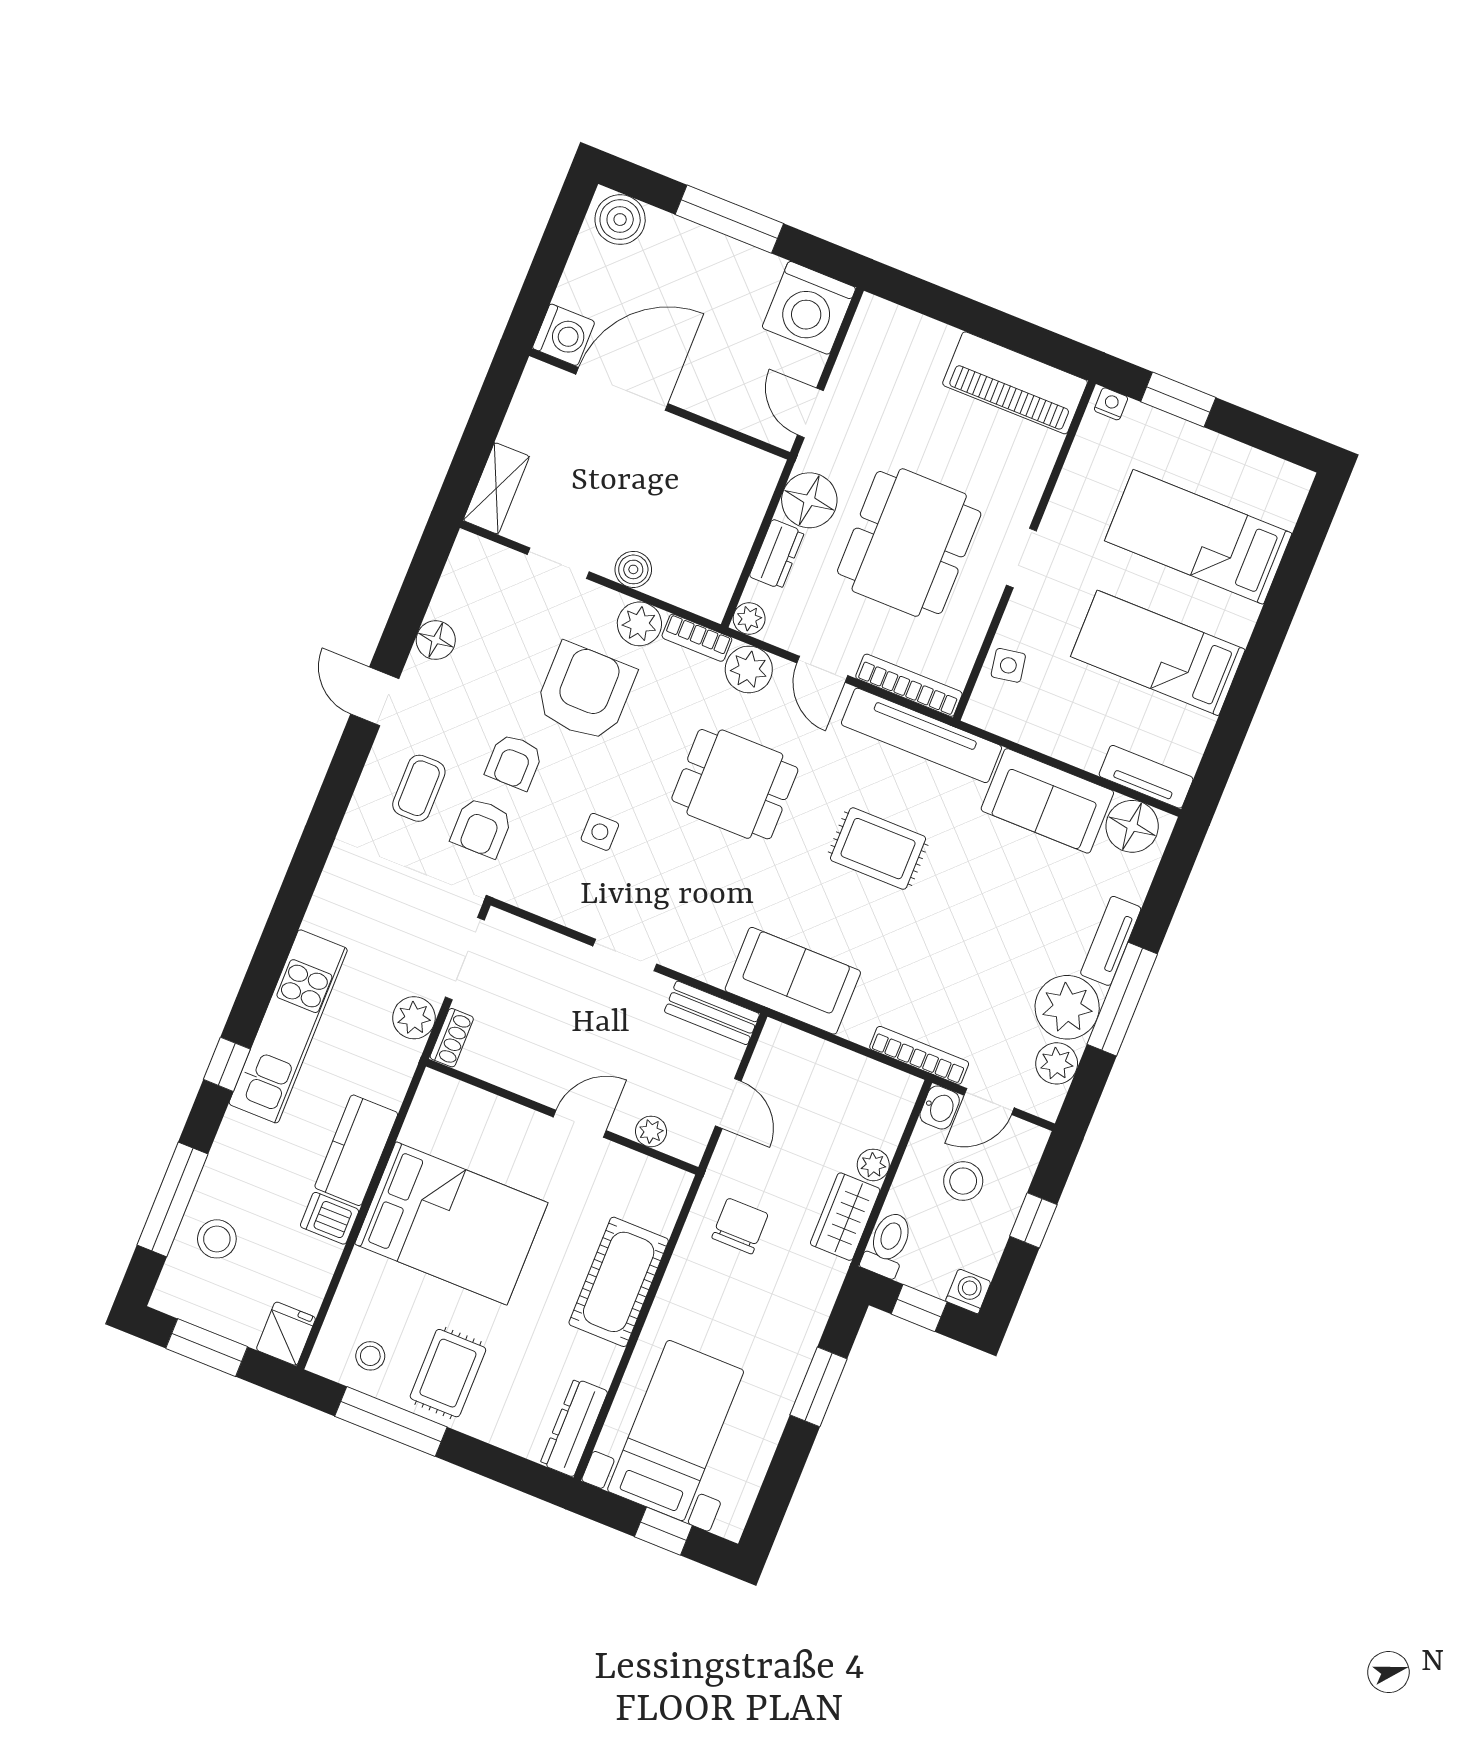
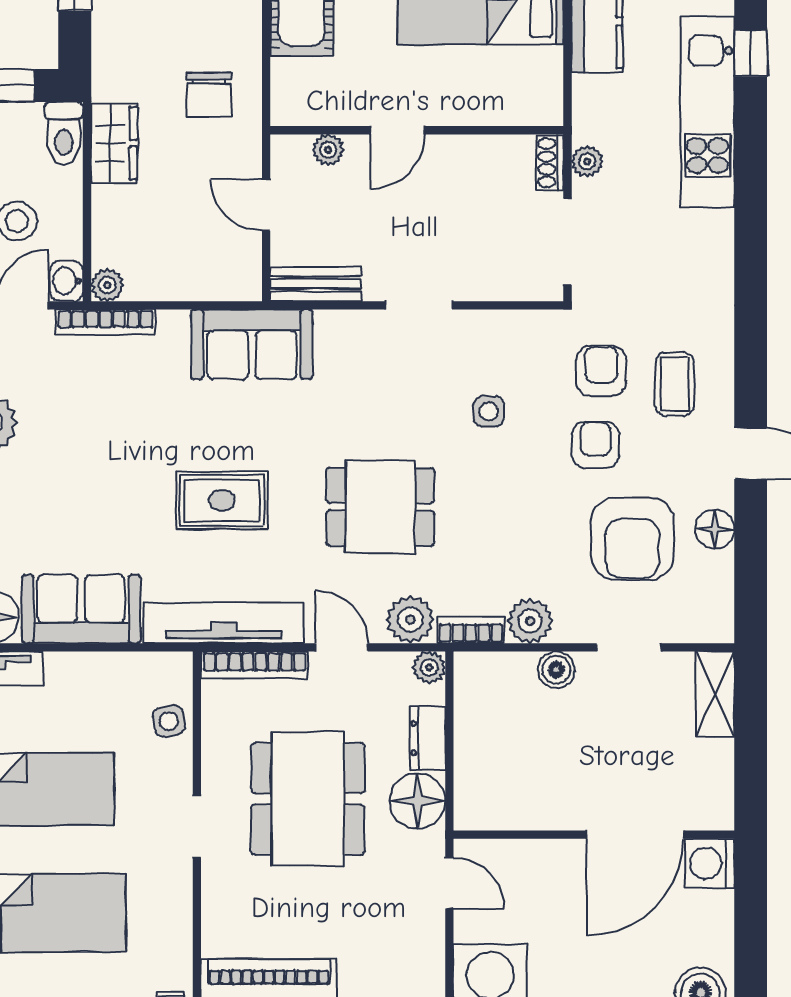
armchair: (585, 692) -> (632, 539), moved
plant: (414, 1018) -> (587, 161), width x0.73, depth x0.73
plant: (873, 1165) -> (107, 285), moved

